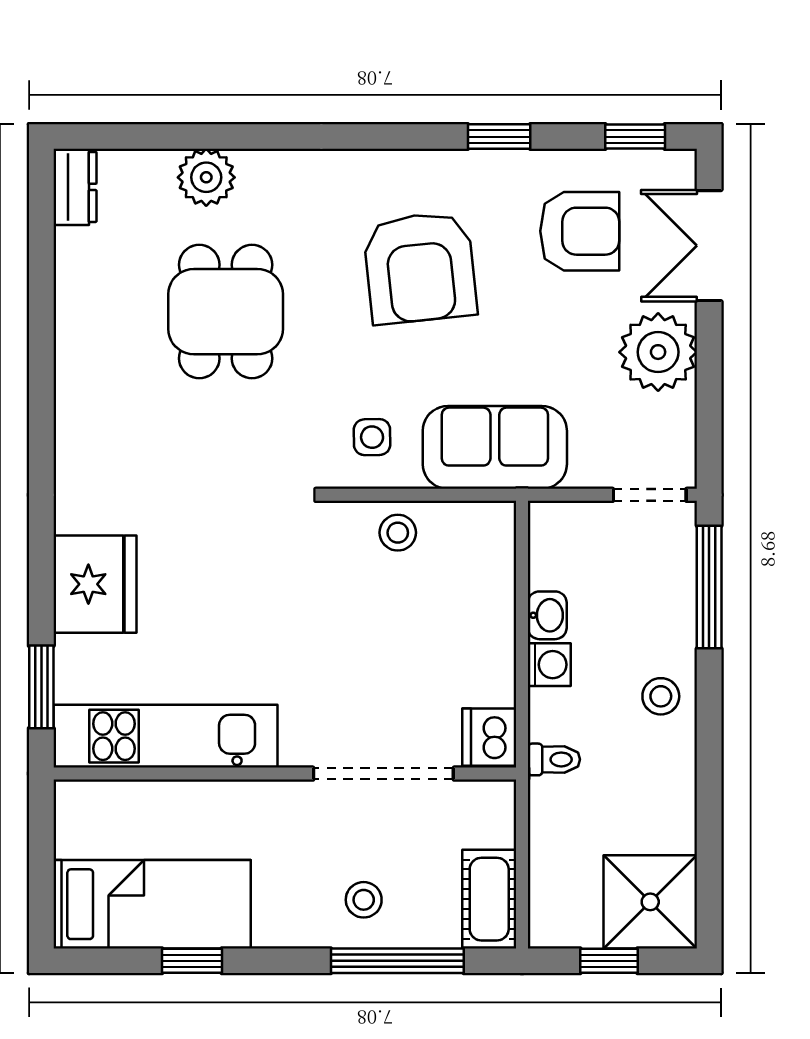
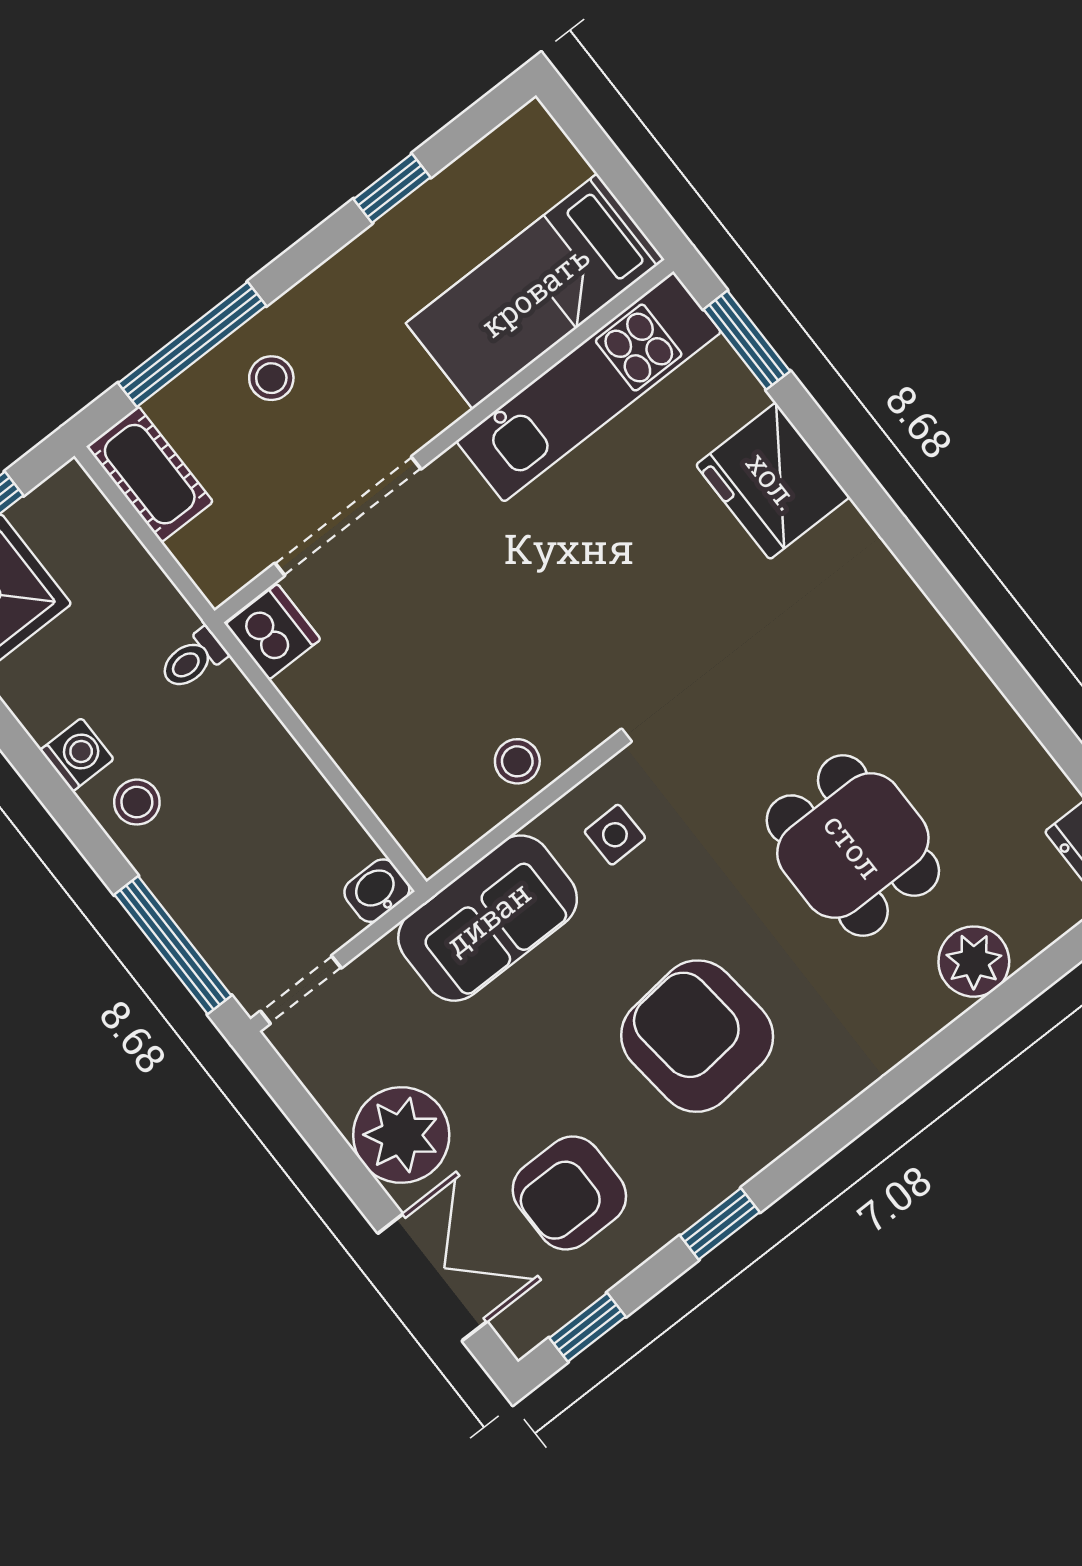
washbasin: (547, 615) -> (377, 891), moved, turned 90
washing machine: (549, 665) -> (77, 755), moved, turned 180
bed: (152, 904) -> (535, 291), moved

